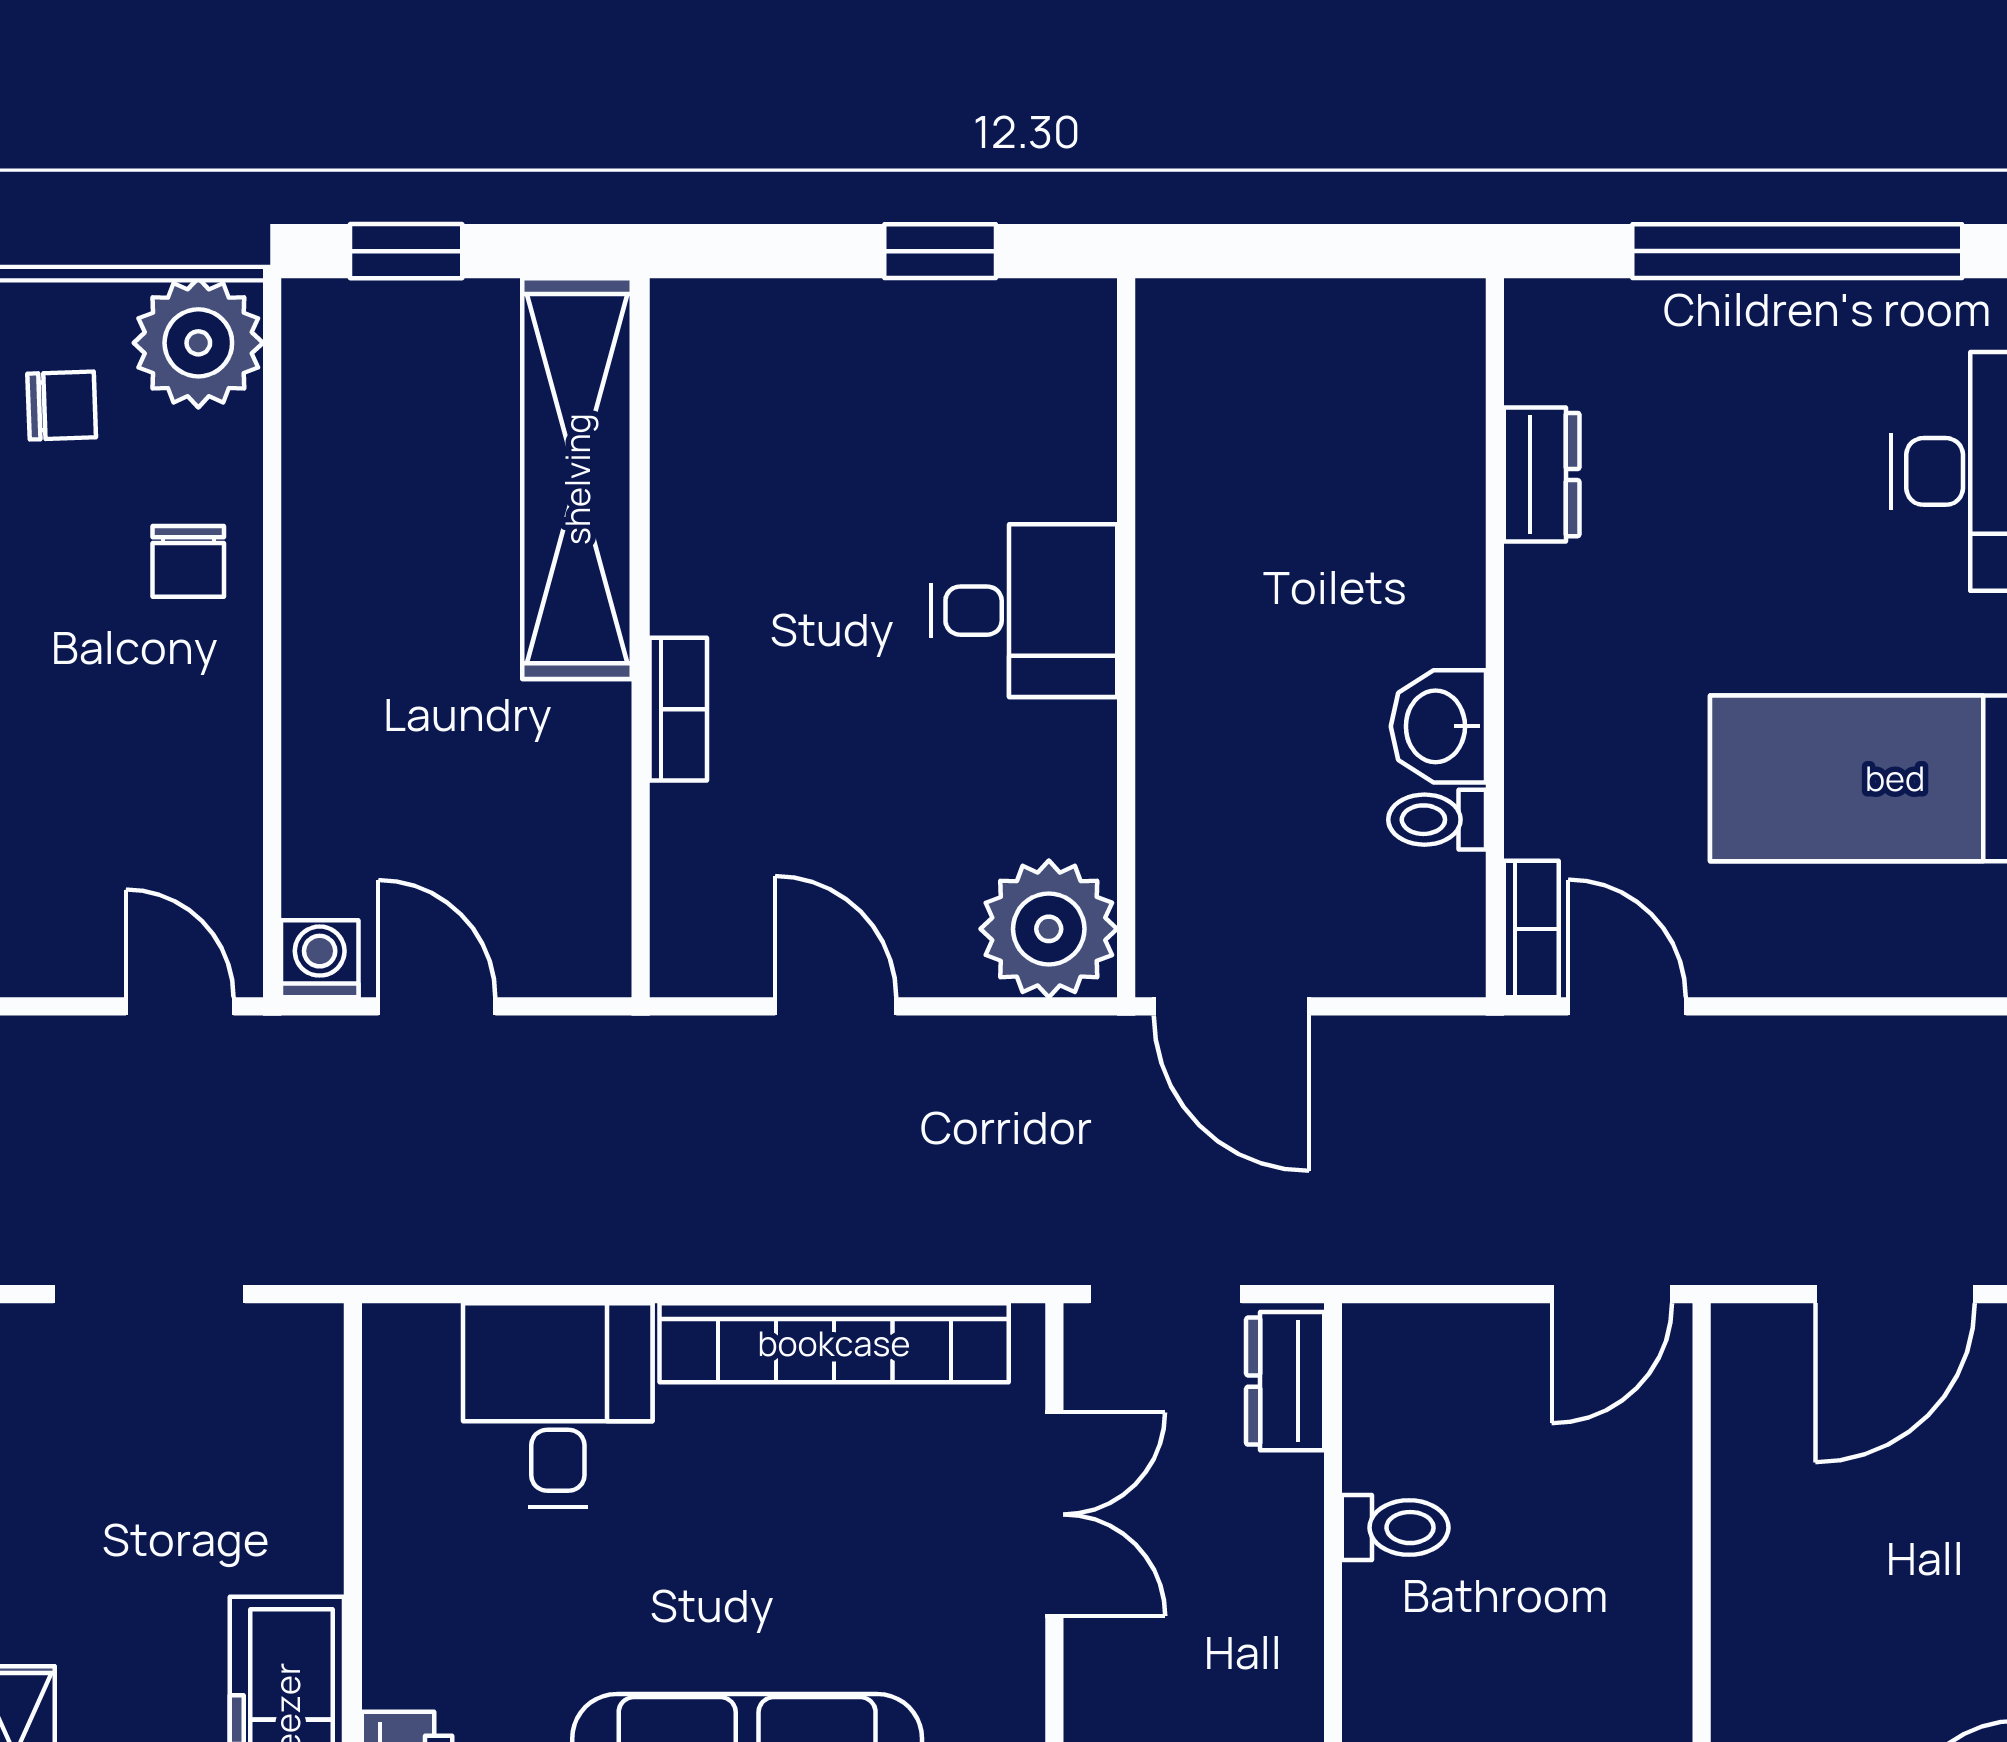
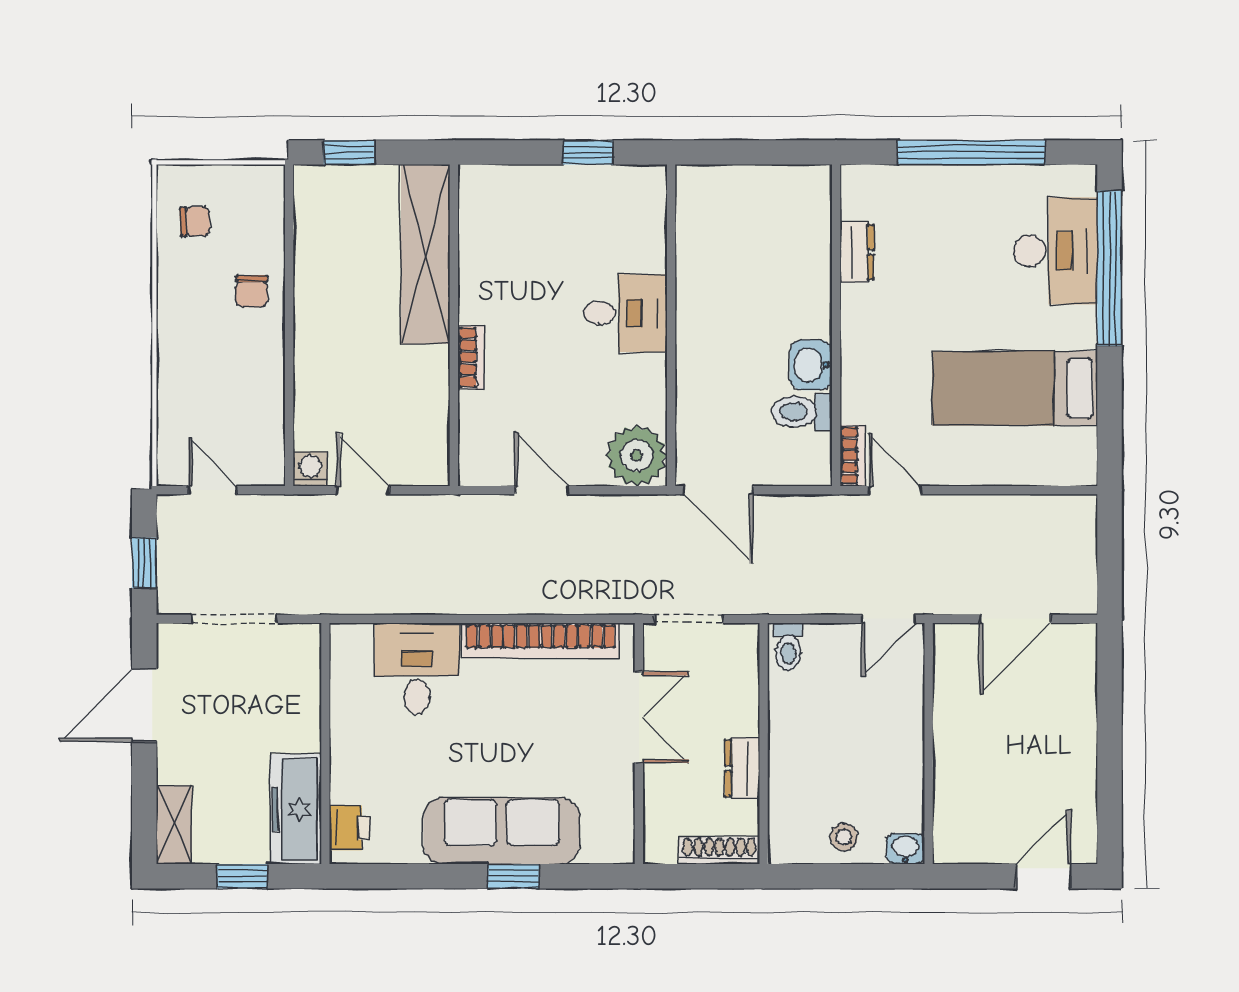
plant: (198, 343) -> (256, 193), removed
toilet: (1437, 820) -> (802, 412), width x1.37, depth x1.39
door: (180, 1006) -> (213, 490), moved
dresser: (1285, 1381) -> (742, 768), moved
toilet: (1395, 1528) -> (788, 647), moved, turned 90

